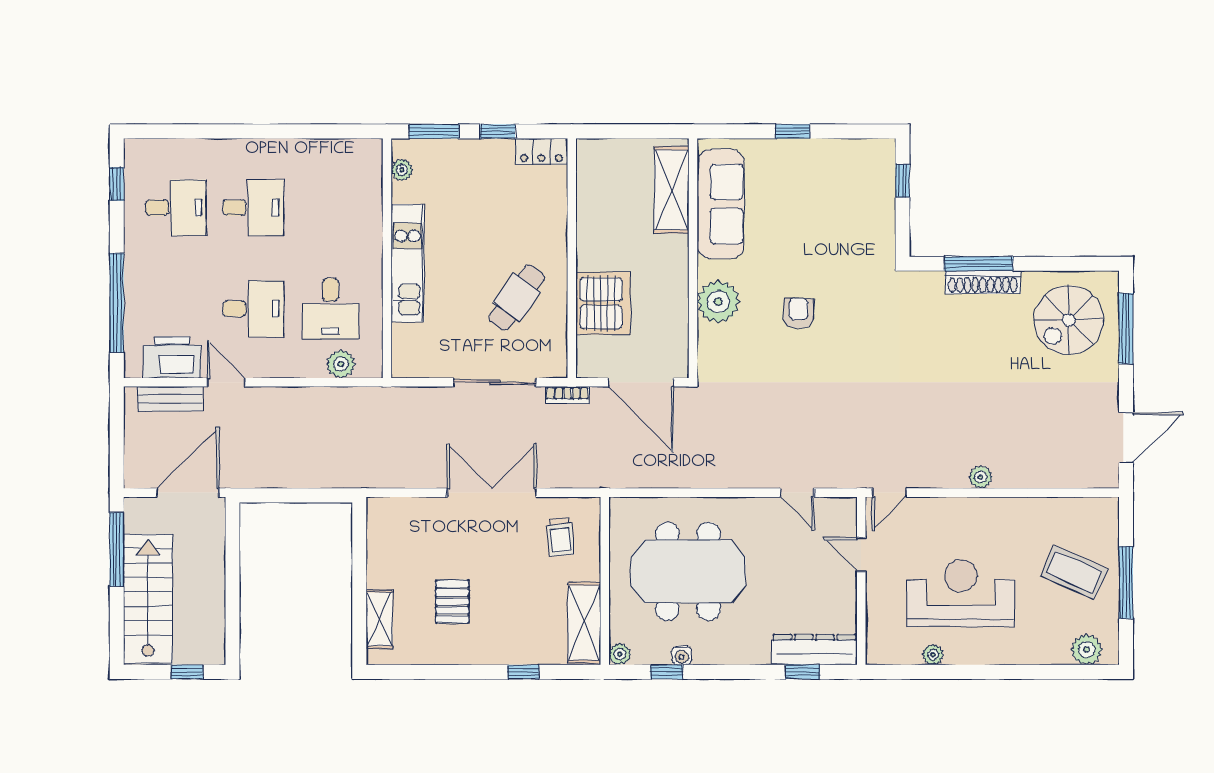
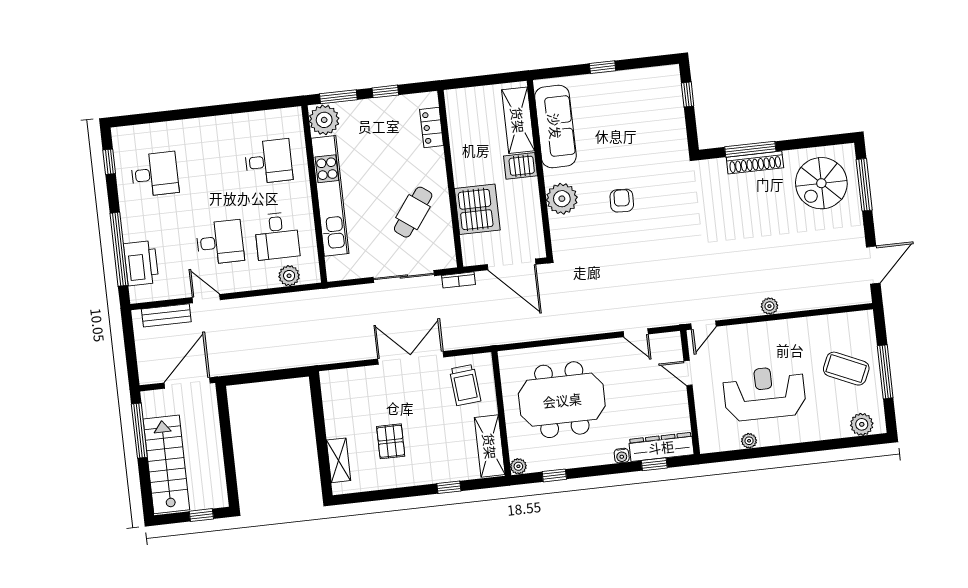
locker: (541, 151) -> (432, 127), moved, turned 90
plant: (402, 170) -> (324, 120), width x1.88, depth x1.88
desk: (253, 208) -> (269, 161), moved
server rack: (668, 252) -> (520, 166), added
kitchen unit: (408, 263) -> (330, 196), width x1.36
printer: (172, 357) -> (141, 263), moved, turned 90
trolley: (560, 537) -> (465, 385), width x1.36, depth x1.39
water cooler: (682, 655) -> (622, 456), moved

